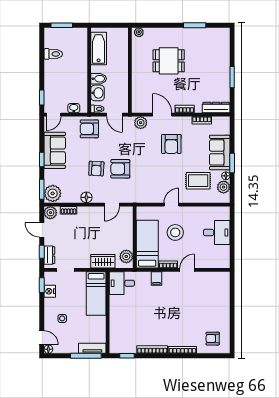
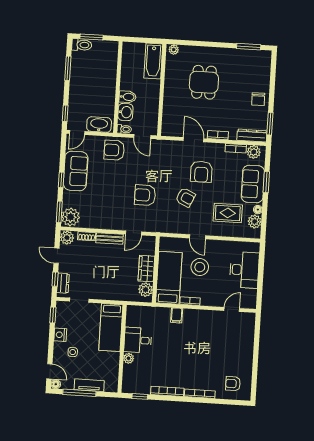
window: (195, 25) -> (249, 47), moved
bathtub: (99, 48) -> (153, 61), moved, turned 180
toilet: (53, 54) -> (82, 45), moved
window: (42, 56) -> (68, 68), added
dining table: (169, 61) -> (204, 82), turned 90
chair: (220, 73) -> (258, 99), added
window: (232, 77) -> (270, 124), moved
washbasin: (74, 108) -> (99, 125), width x1.91, depth x1.45
plant: (141, 123) -> (254, 152), moved
window: (232, 163) -> (266, 182), moved
armchair: (96, 169) -> (186, 197), moved, turned -68
floor lamp: (86, 197) -> (107, 224), removed
door: (171, 205) -> (197, 237), swing flipped
bench: (90, 211) -> (110, 238), added
desk: (217, 233) -> (244, 270), width x1.37
wardrobe: (103, 261) -> (146, 269), moved, turned -90
door: (187, 270) -> (232, 310), moved
desk: (122, 283) -> (138, 340), moved
nightstand: (50, 291) -> (60, 335), moved
plant: (114, 321) -> (129, 358), added
tv unit: (92, 348) -> (89, 385), moved
window: (86, 356) -> (79, 393), moved

